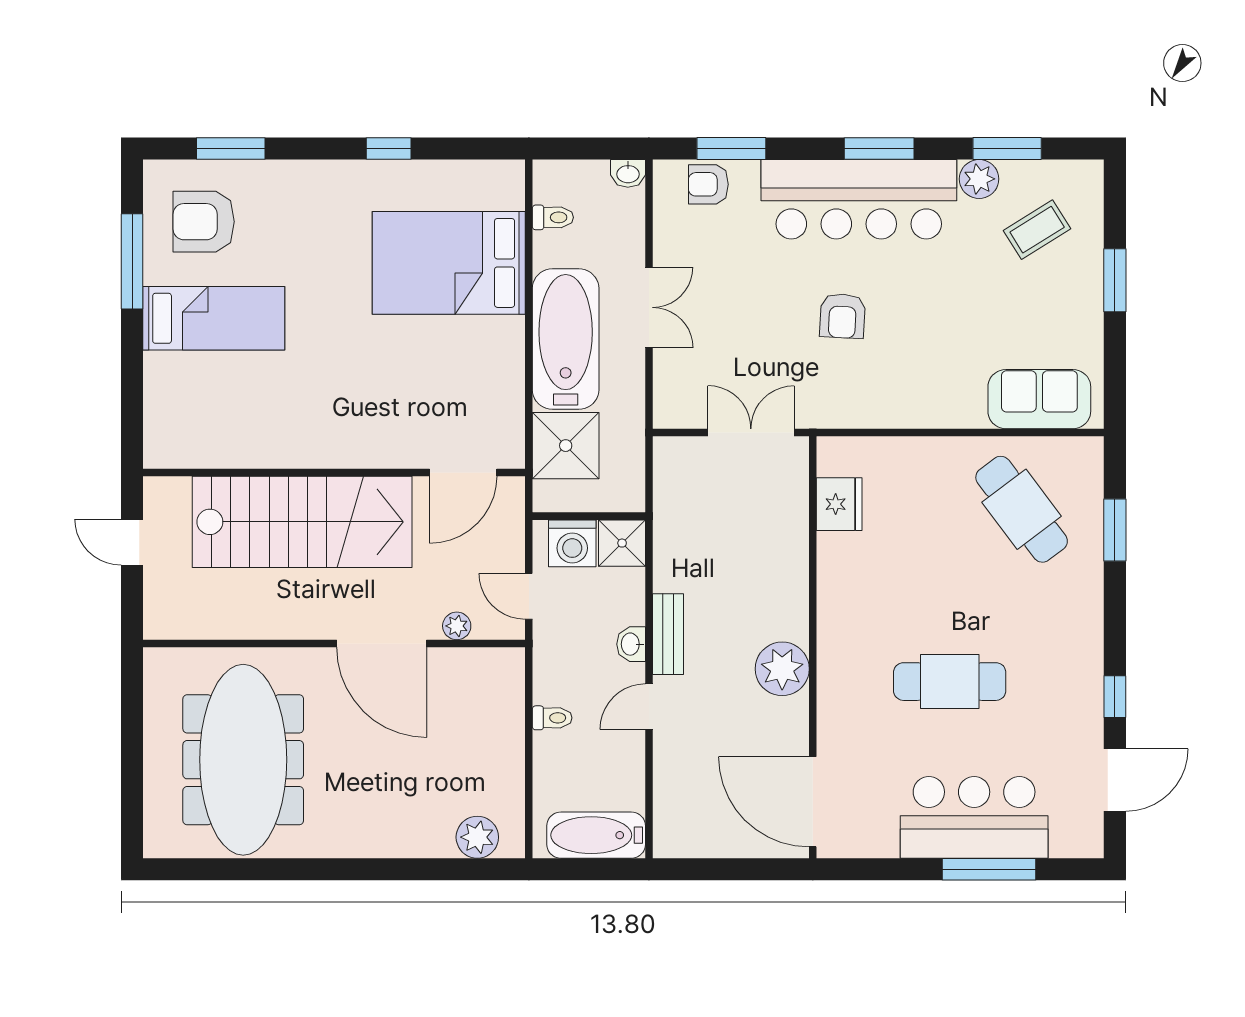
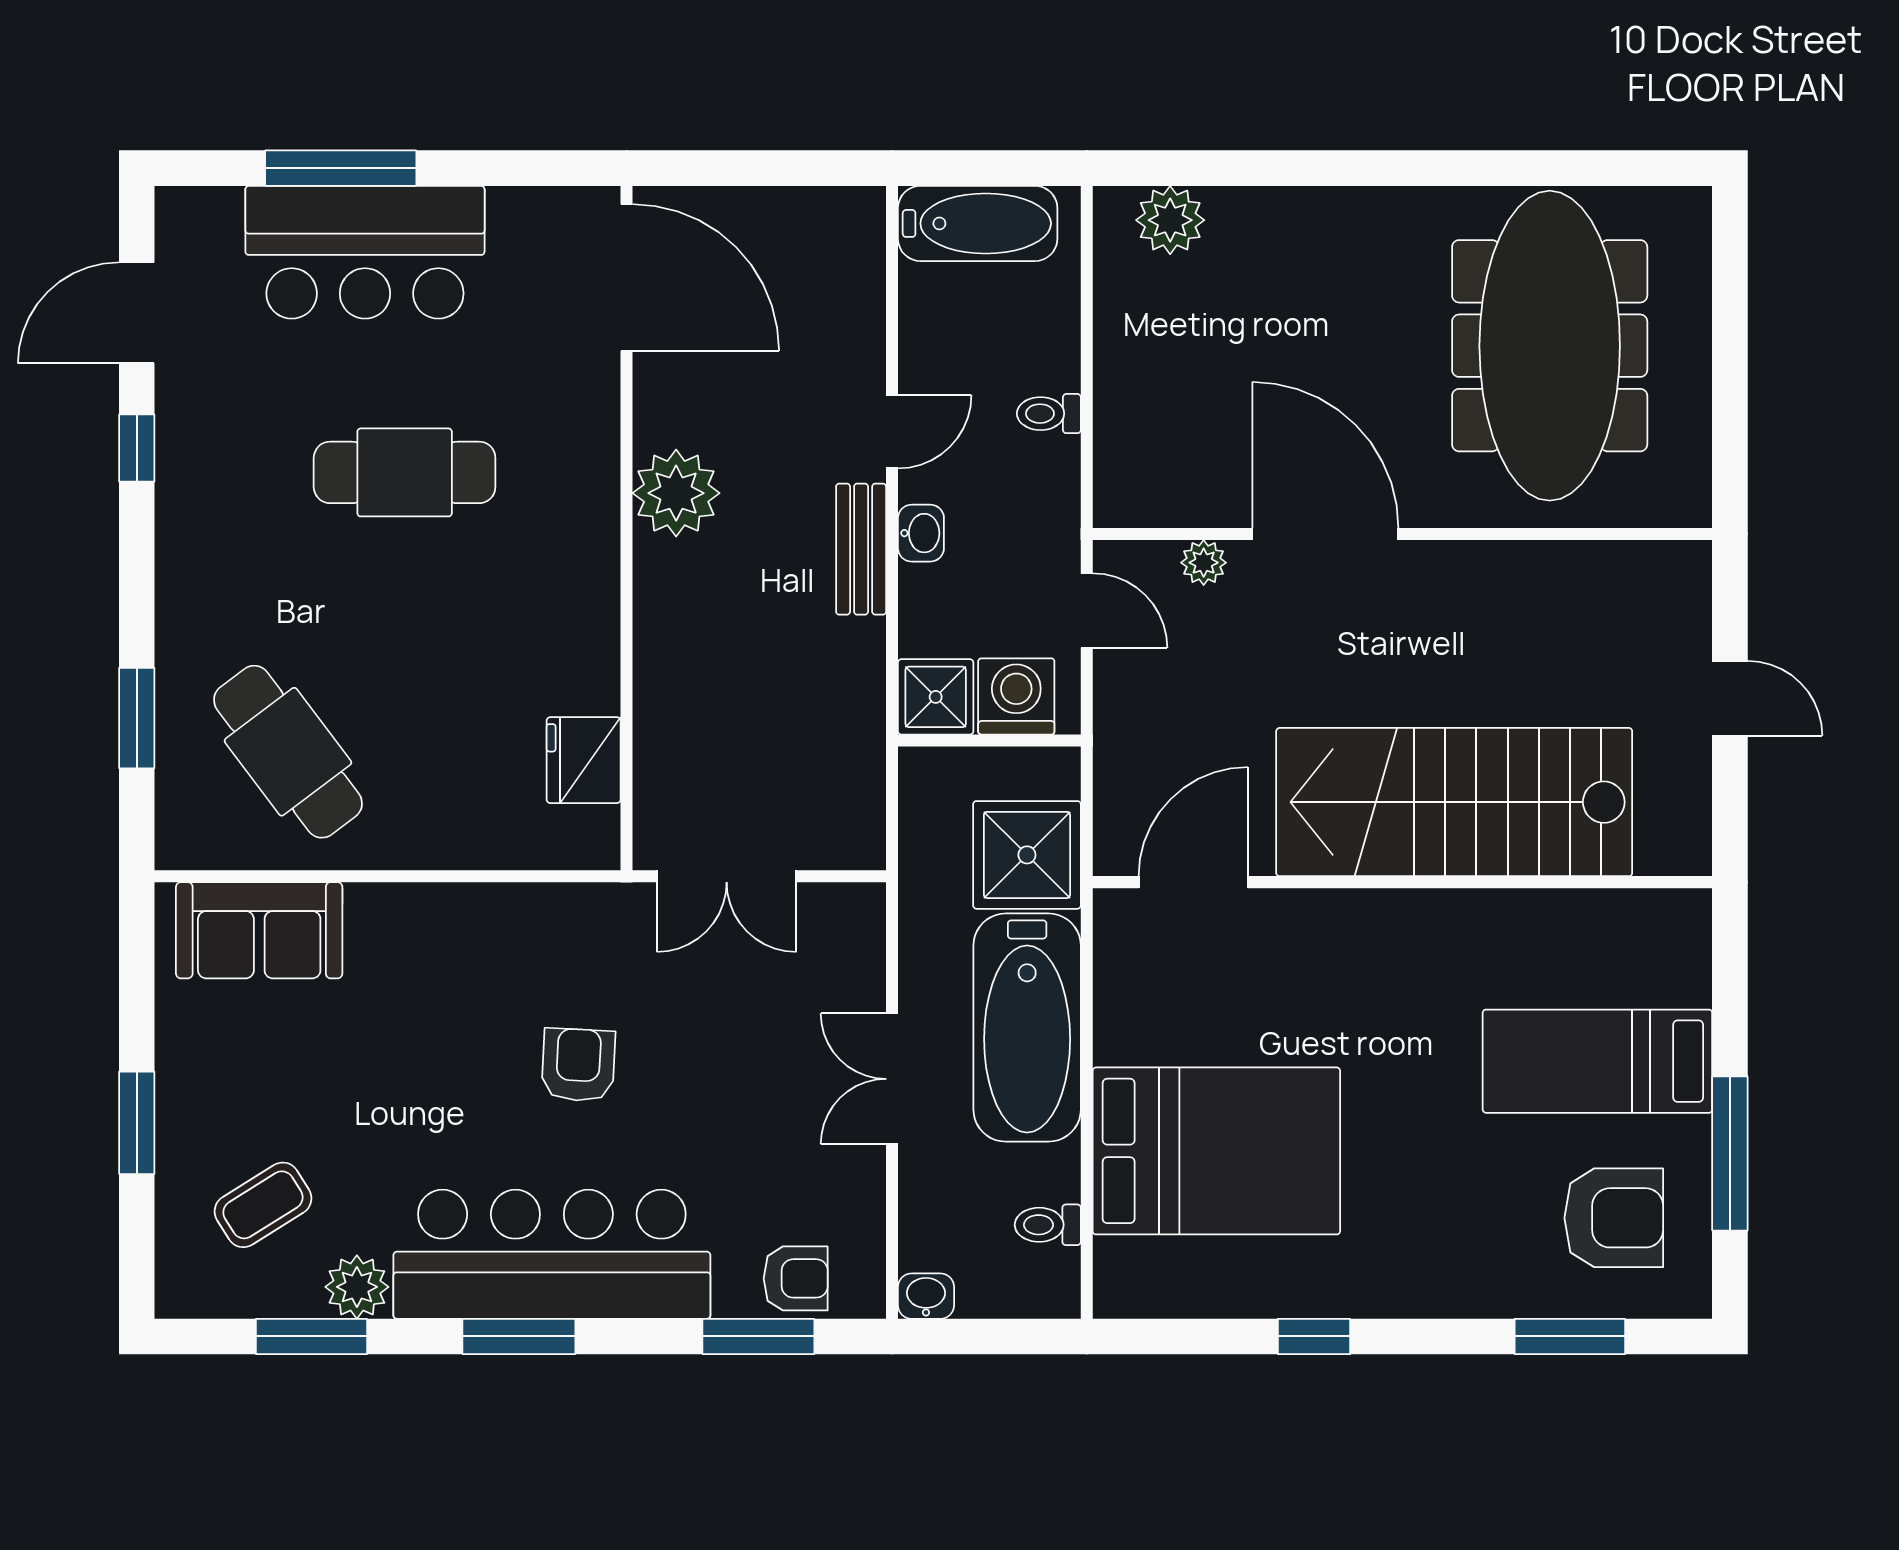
wall: (334, 472) -> (1402, 882), moved
door: (463, 472) -> (1193, 882), moved
stairs: (302, 522) -> (1454, 802), moved

